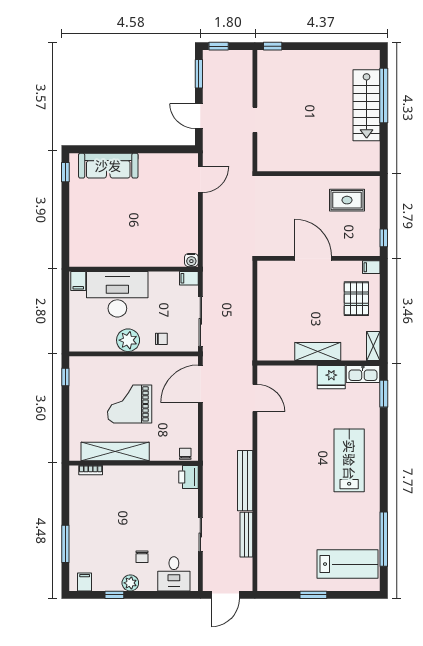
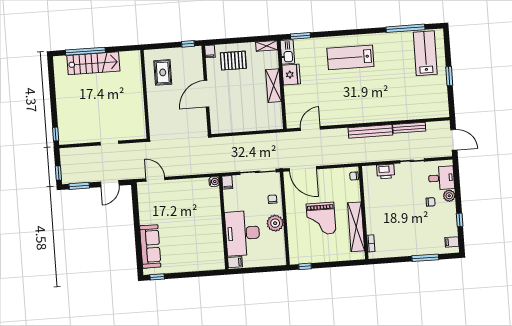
printer: (188, 477) -> (386, 171), moved
plant: (130, 583) -> (449, 196), moved

